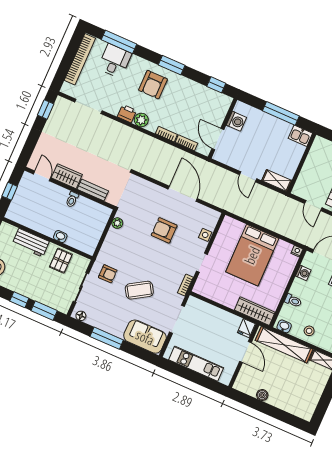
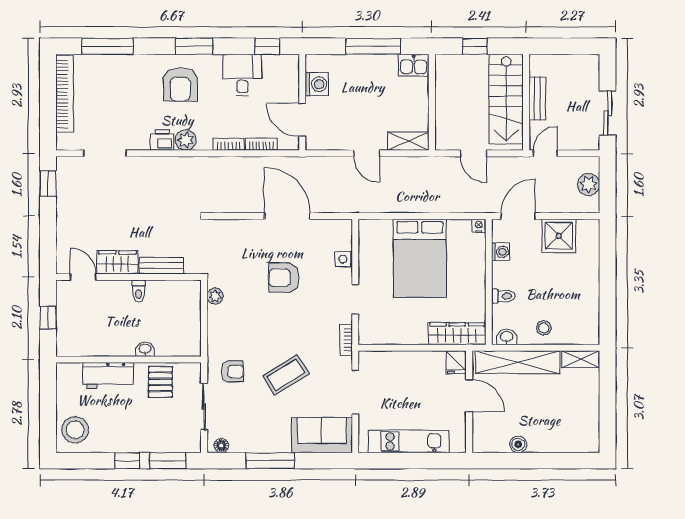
desk: (115, 61) -> (242, 75), moved

